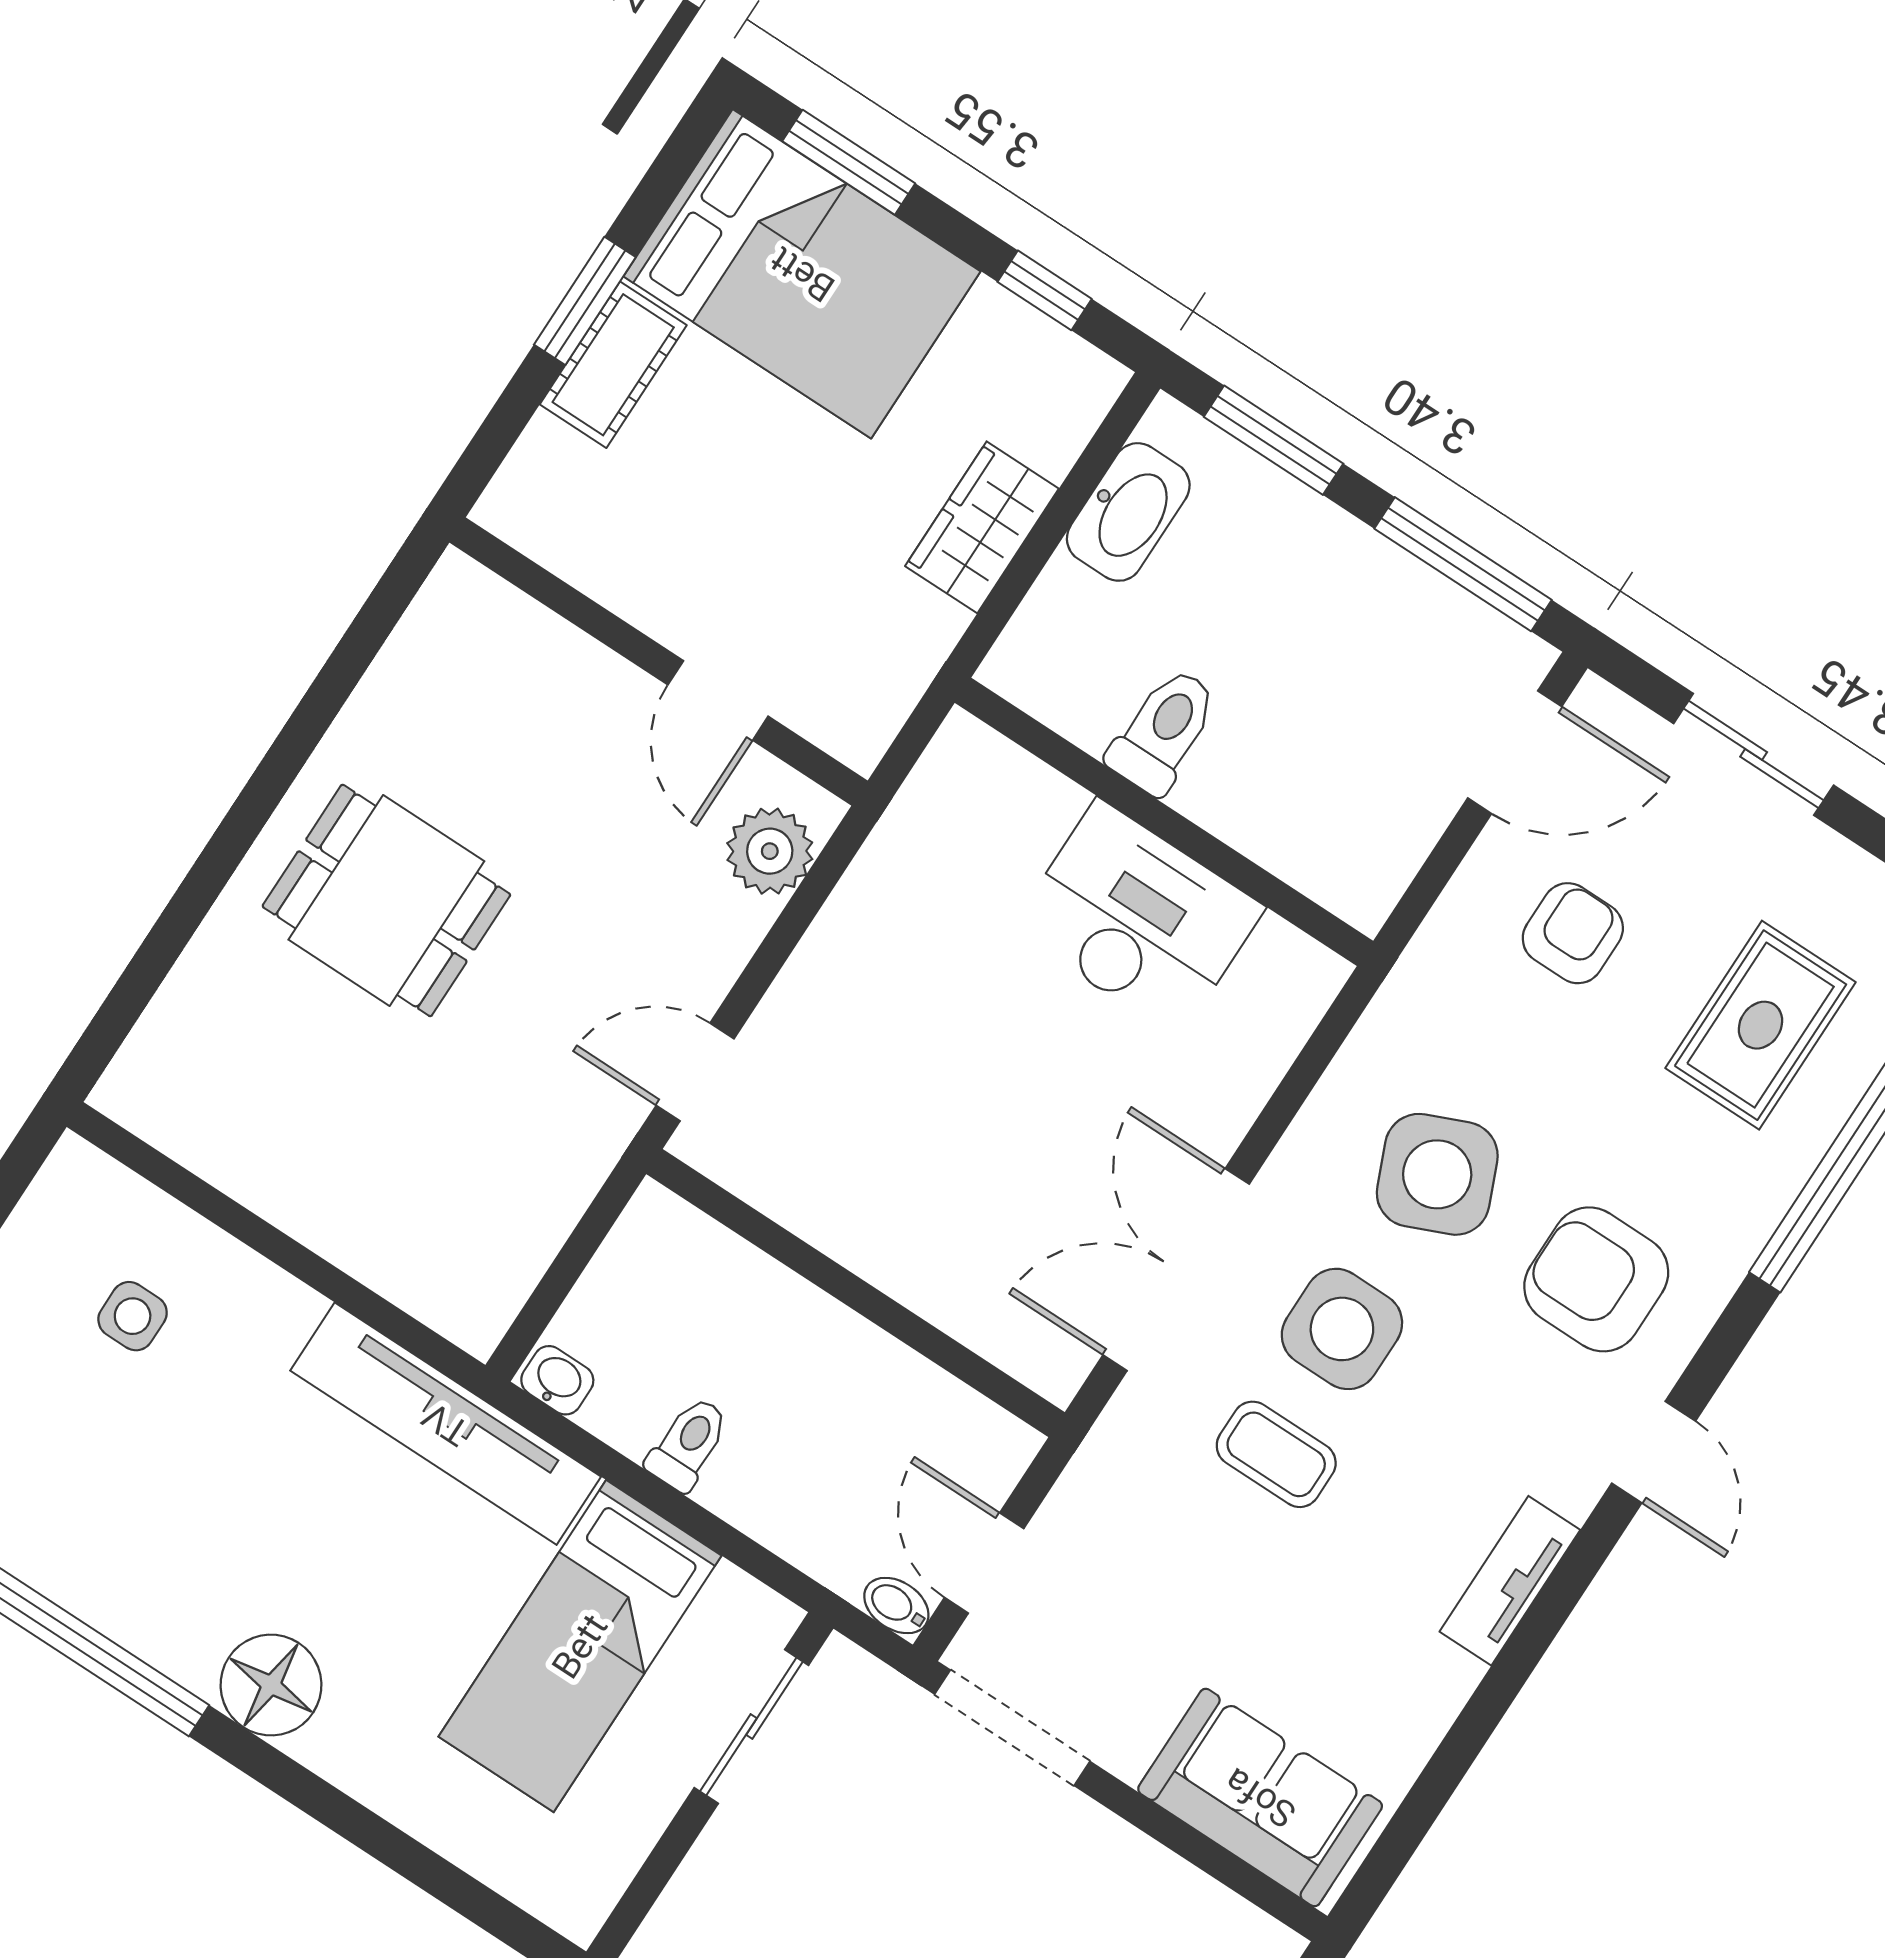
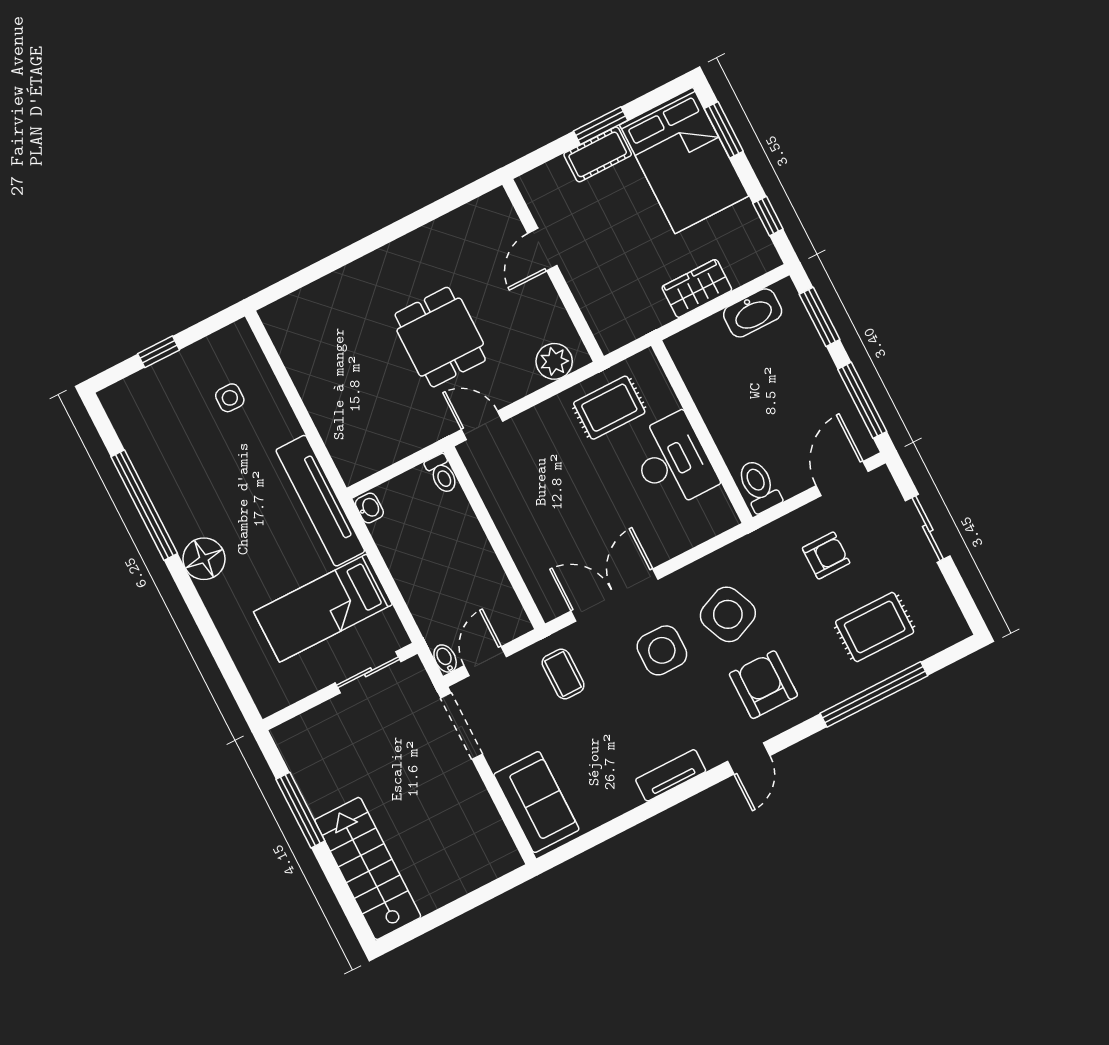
door: (718, 700) -> (542, 249), moved
toilet: (1164, 731) -> (759, 486), moved, turned -90
door: (1515, 752) -> (842, 479), swing flipped
rug: (941, 882) -> (609, 408), added
dining table: (386, 900) -> (440, 337), moved
toilet: (688, 1444) -> (442, 474), moved, turned 90
coffee table: (1276, 1454) -> (563, 674), moved

